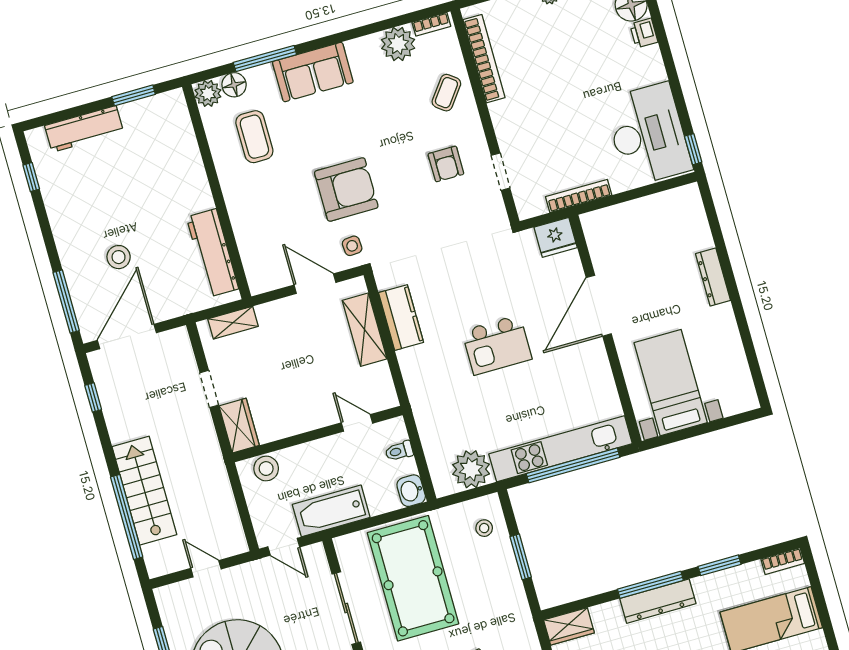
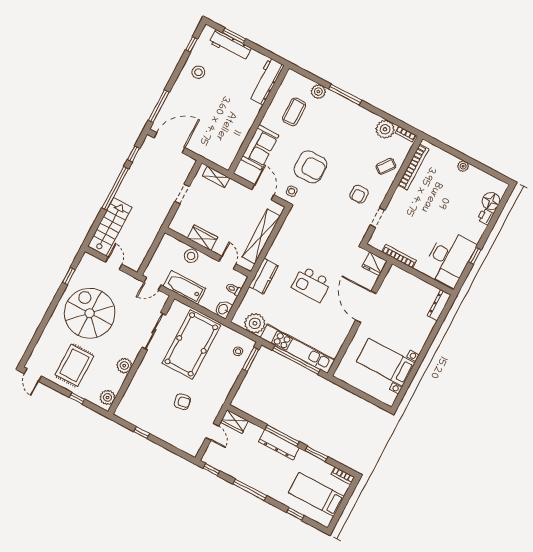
window: (265, 59) -> (345, 95), moved
sofa: (313, 72) -> (260, 147), moved, turned -90
floor lamp: (234, 85) -> (305, 84), removed
plant: (208, 93) -> (318, 92), moved
window: (134, 95) -> (234, 36), moved
window: (693, 149) -> (475, 256), moved
workbench: (212, 253) -> (266, 81), moved
stool: (119, 257) -> (198, 72), moved
dresser: (713, 277) -> (439, 305), moved
door: (599, 306) -> (366, 307), hinge flipped
kitchen counter: (401, 318) -> (264, 276), moved
shelving: (365, 330) -> (261, 236), width x1.47
bed with nightstands: (671, 383) -> (386, 362), moved, turned -90
wardrobe: (239, 426) -> (203, 238), moved, turned -90
stool: (266, 469) -> (191, 256), moved
stairs: (144, 491) -> (110, 227), moved
window: (127, 517) -> (115, 188), moved
door: (284, 547) -> (152, 284), hinge flipped
window: (521, 557) -> (251, 359), moved

